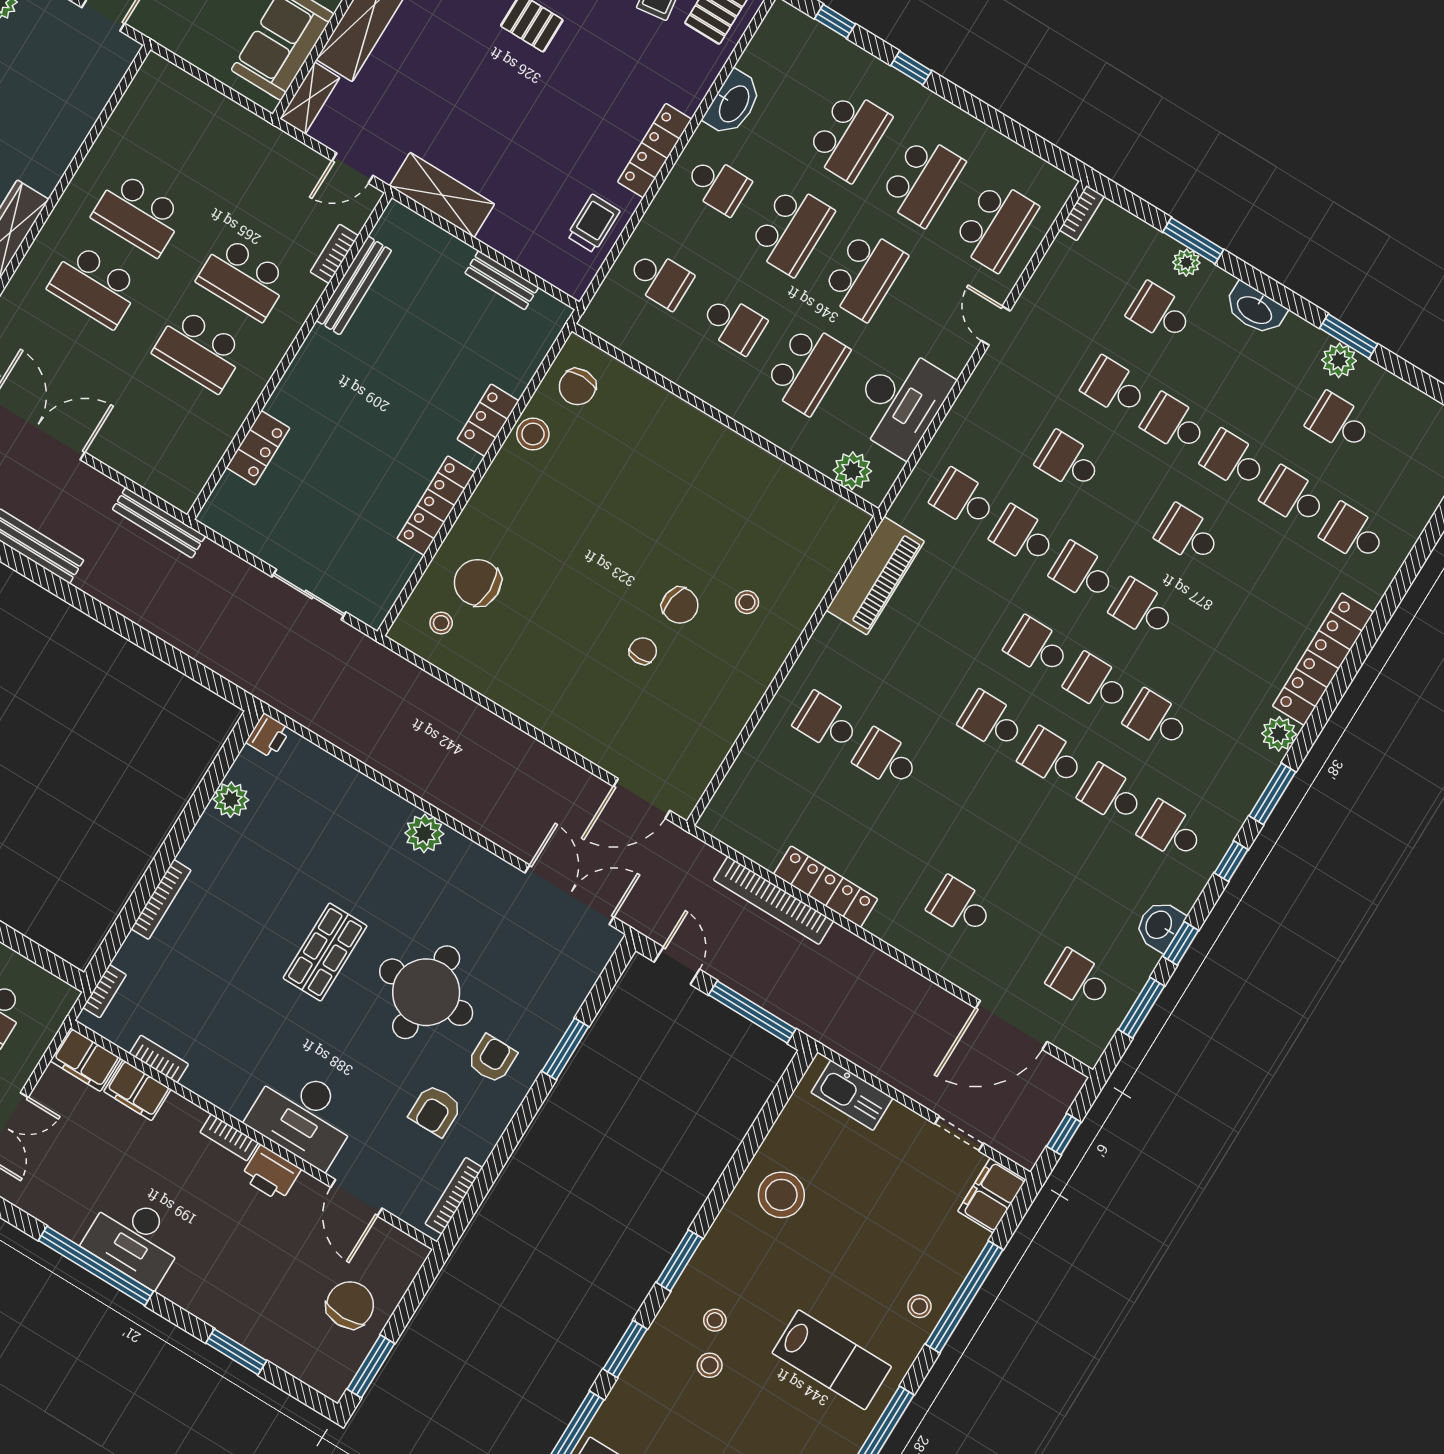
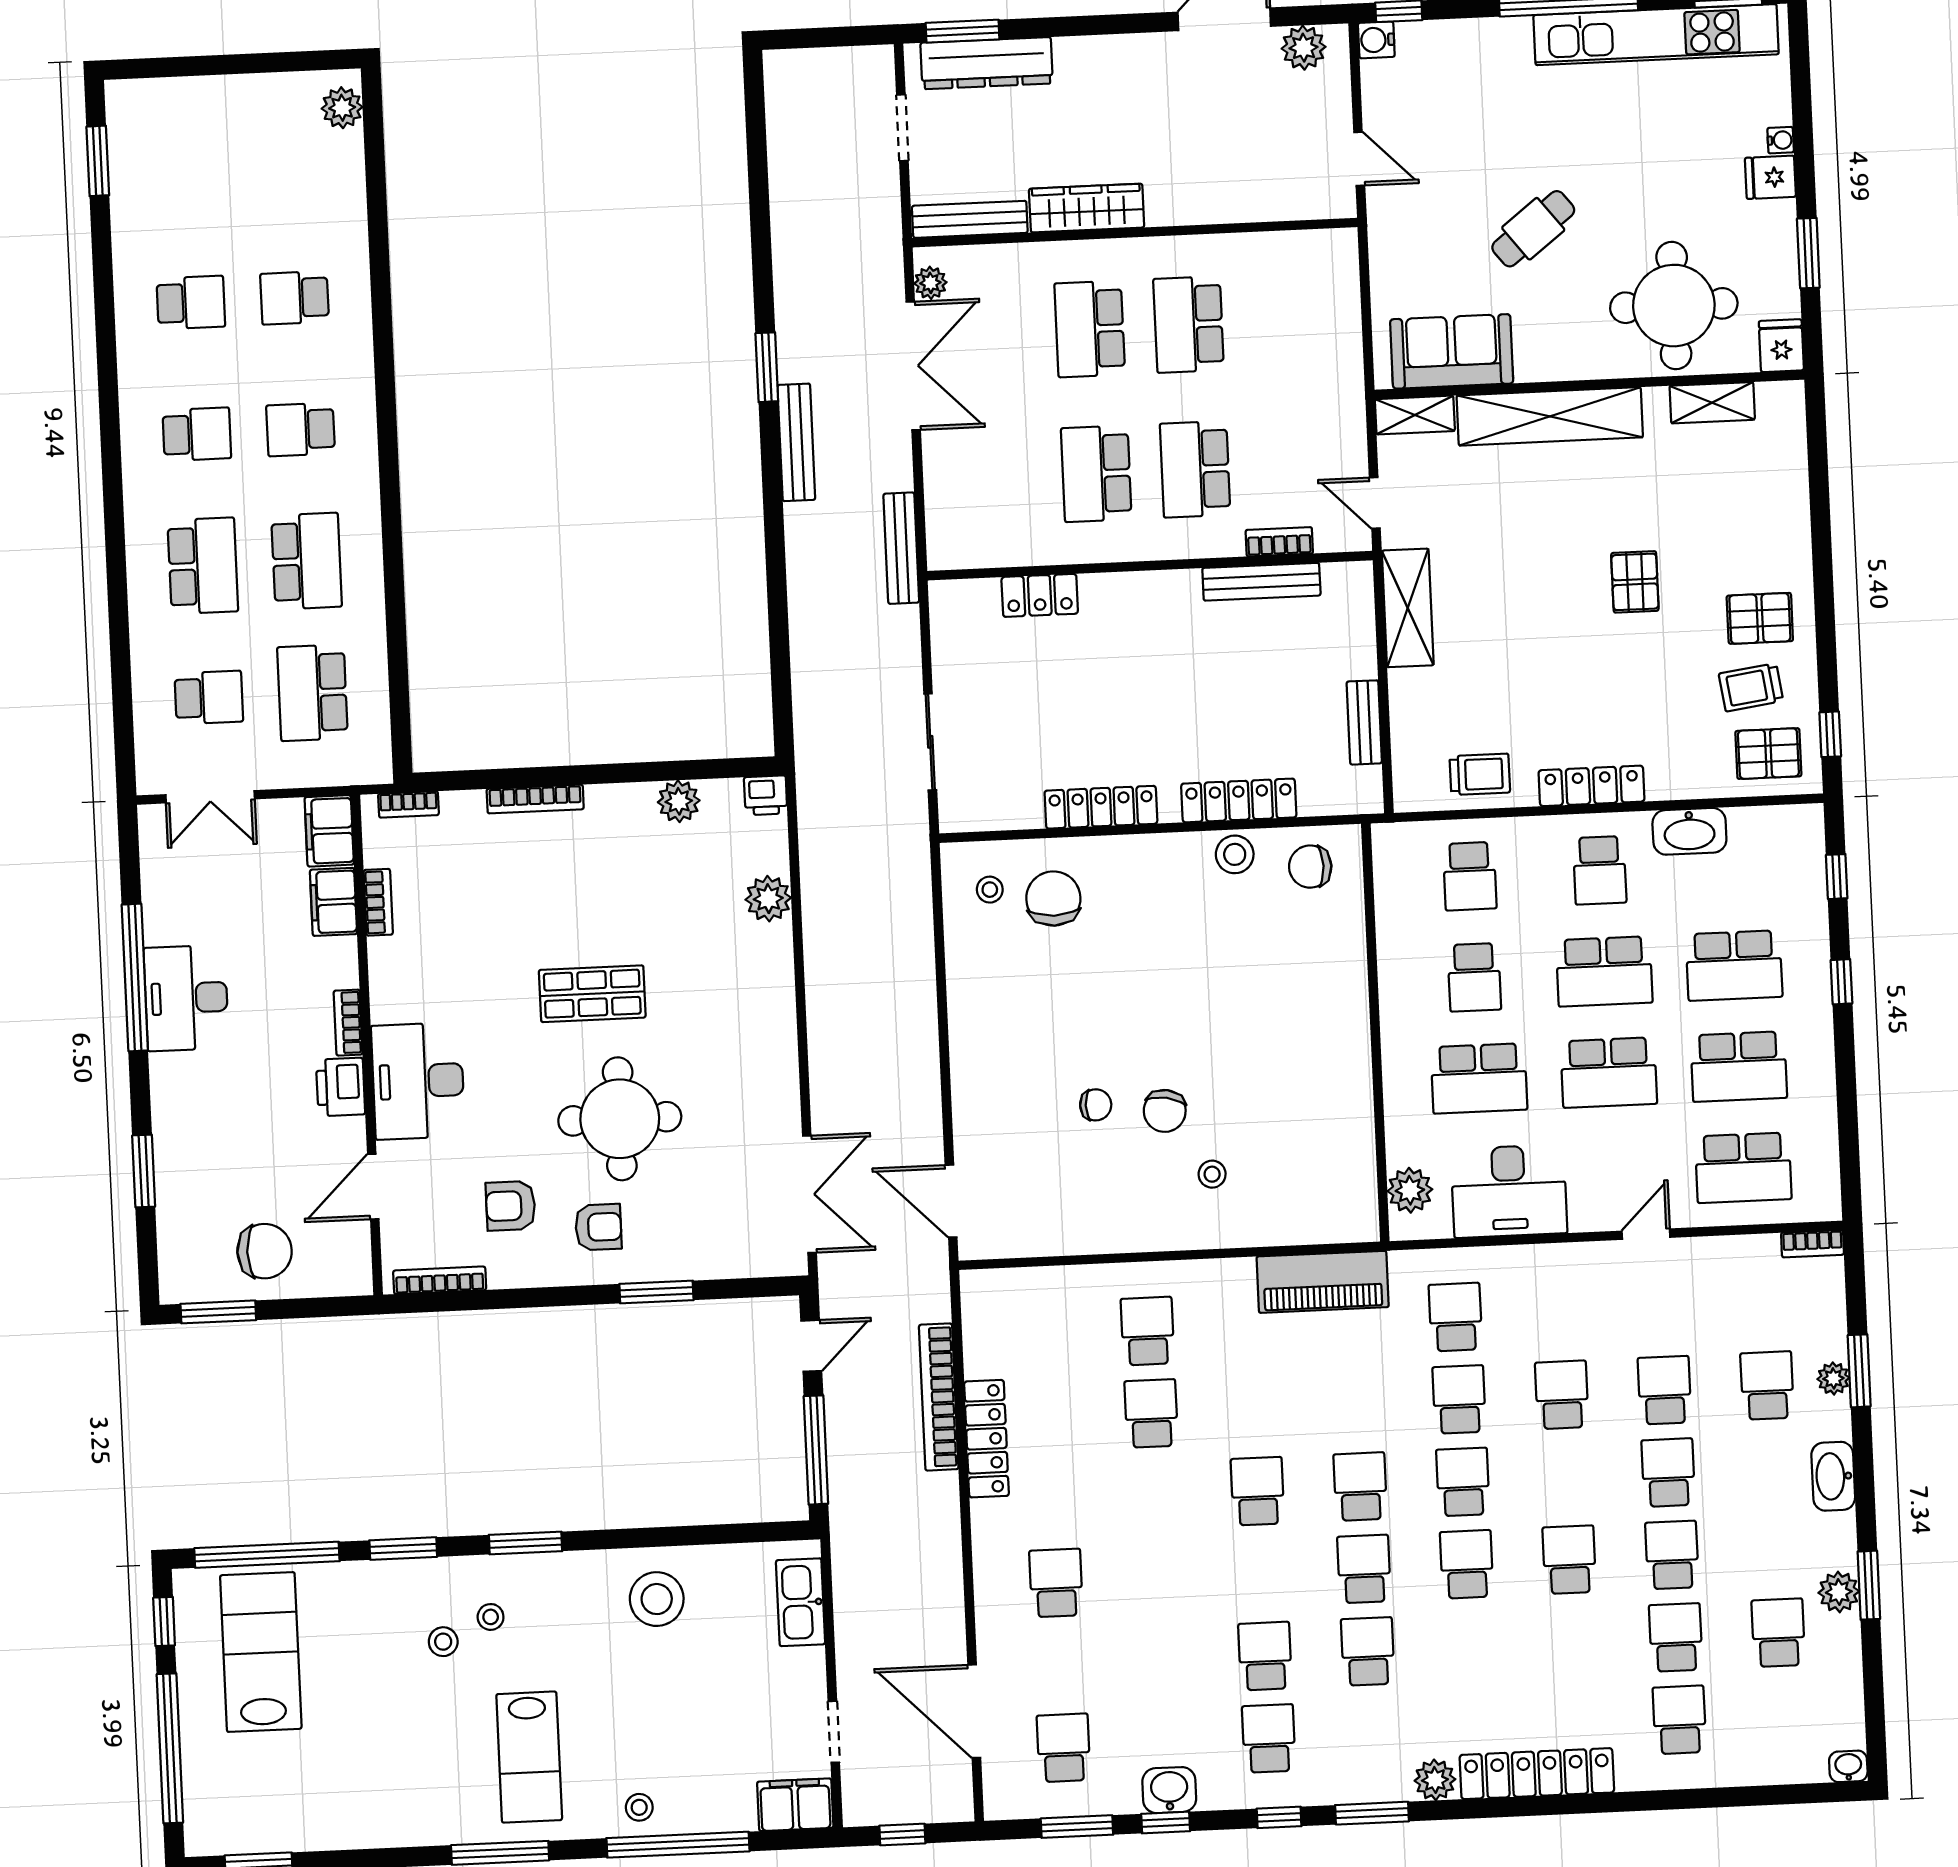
locker: (488, 420) -> (1239, 800), width x1.53
school desk: (1051, 758) -> (1261, 1574), removed
plant: (424, 833) -> (768, 899), moved

